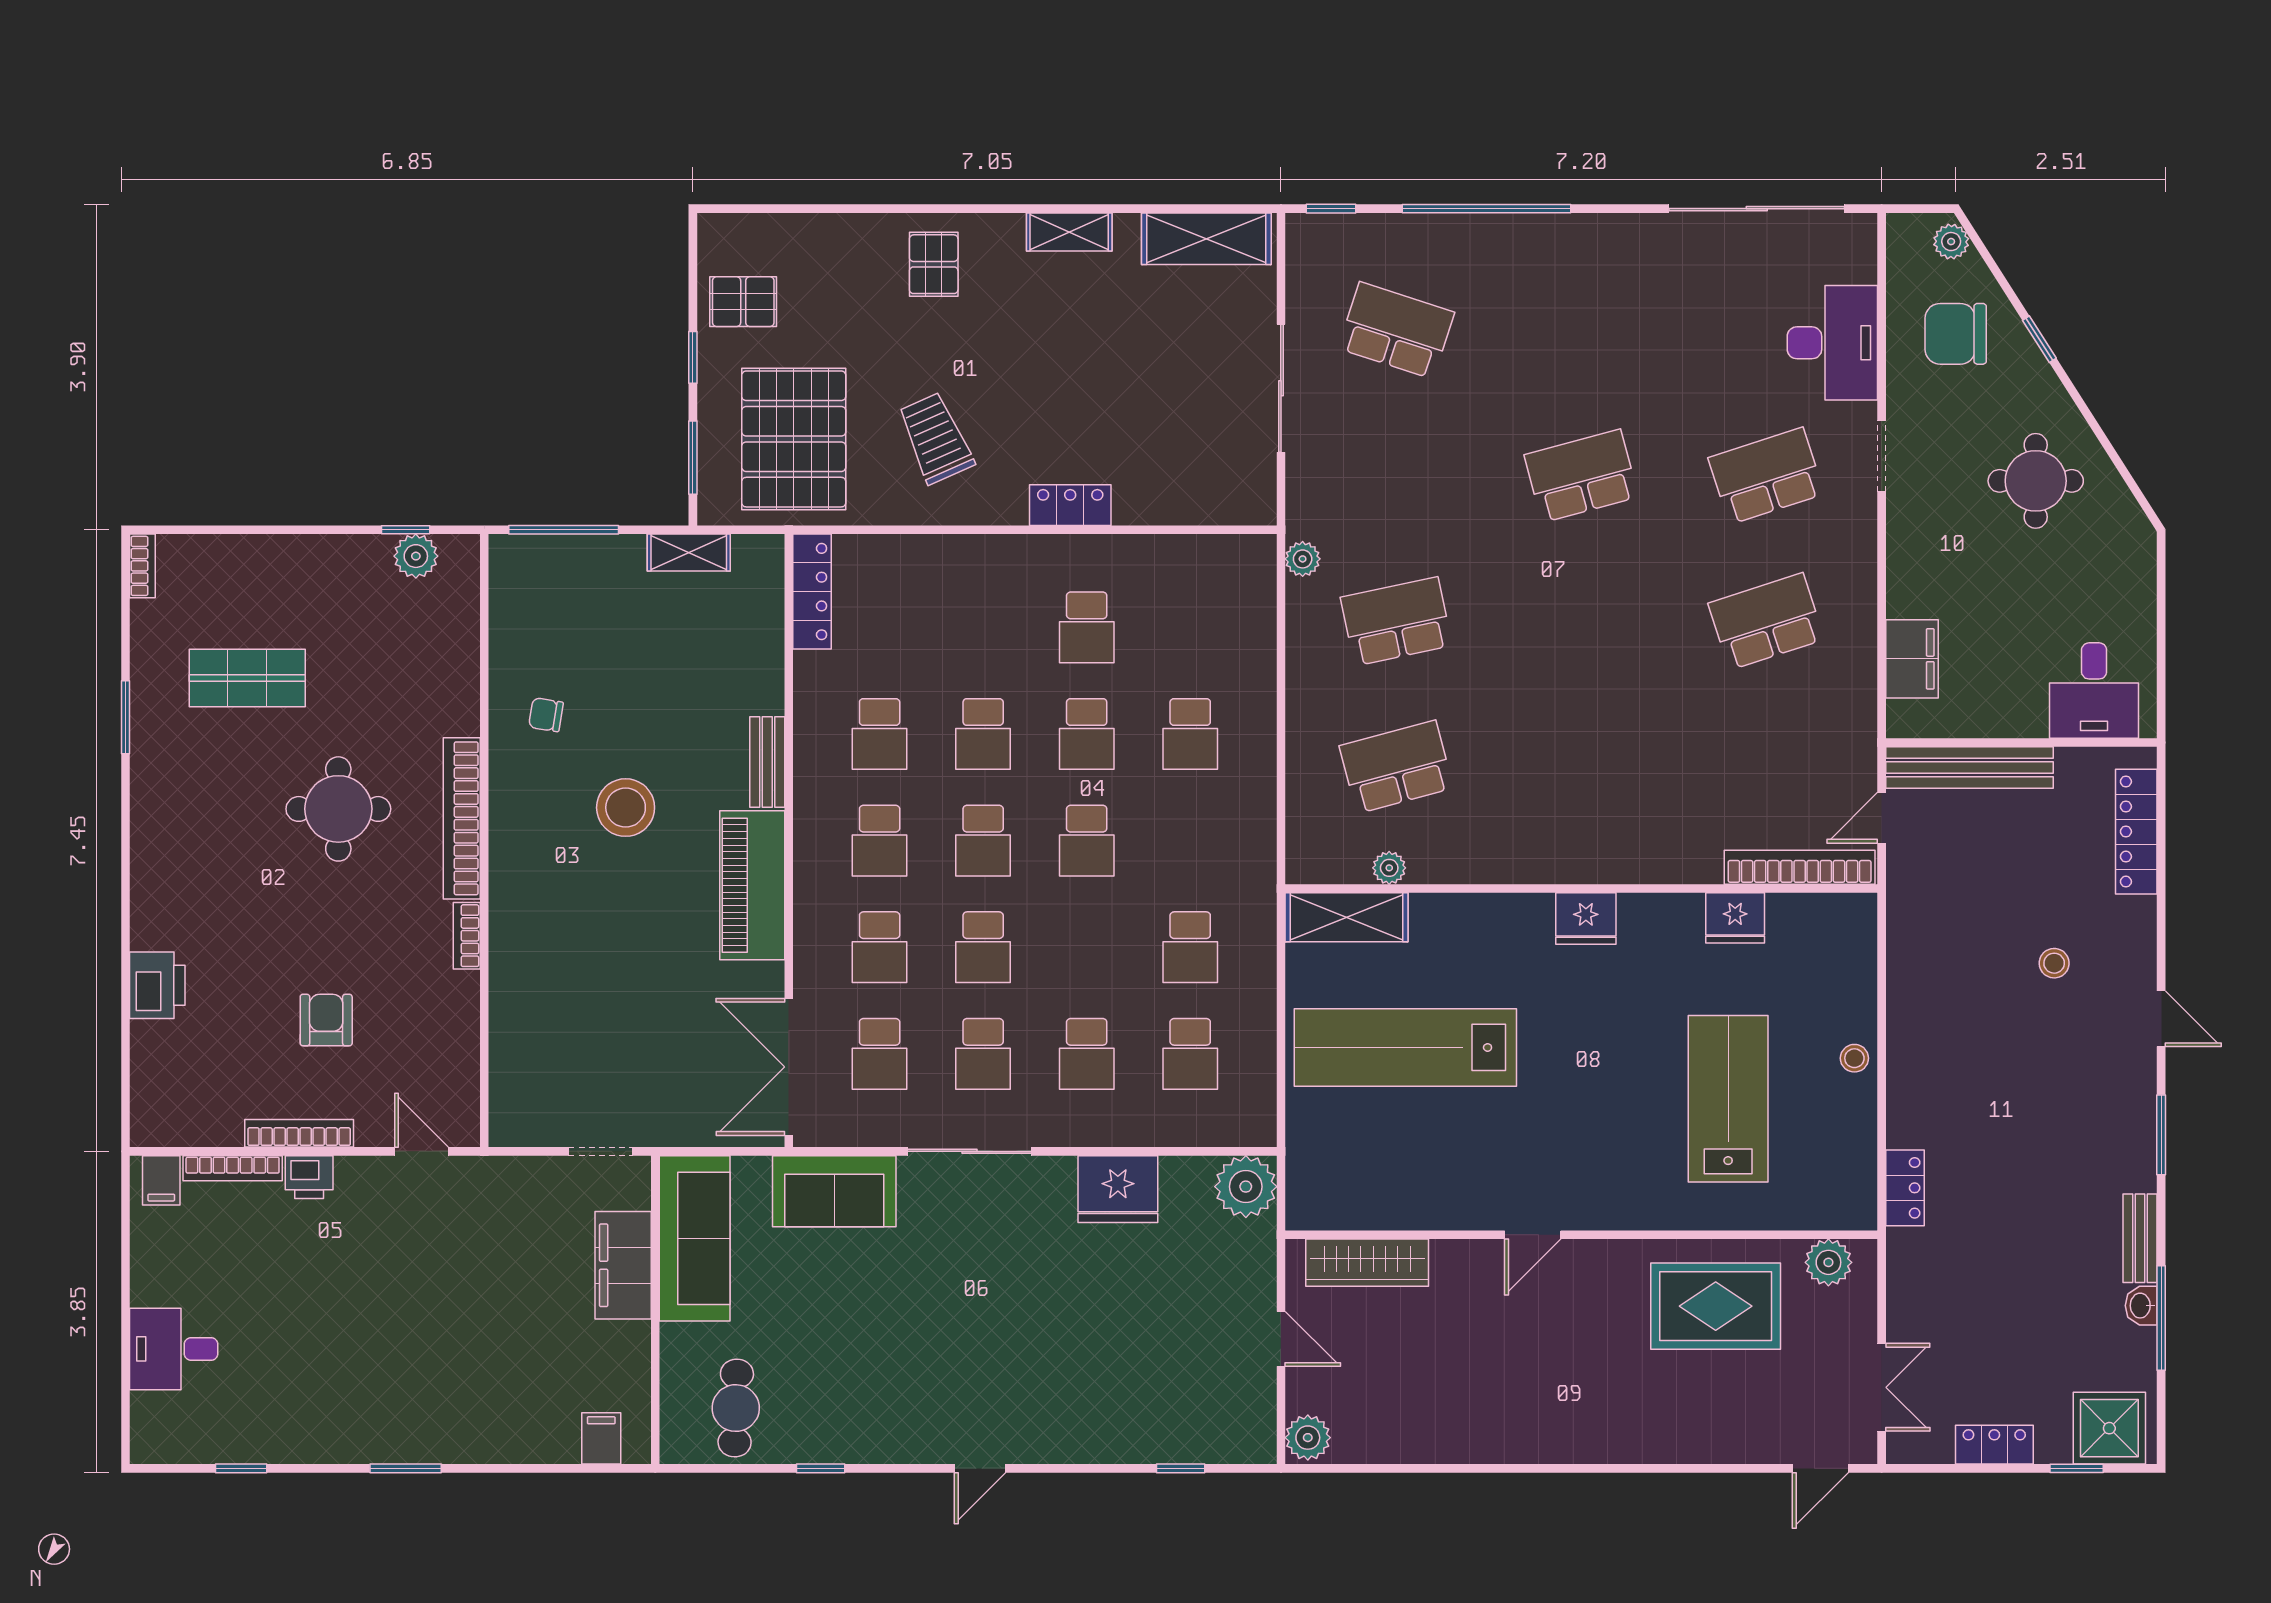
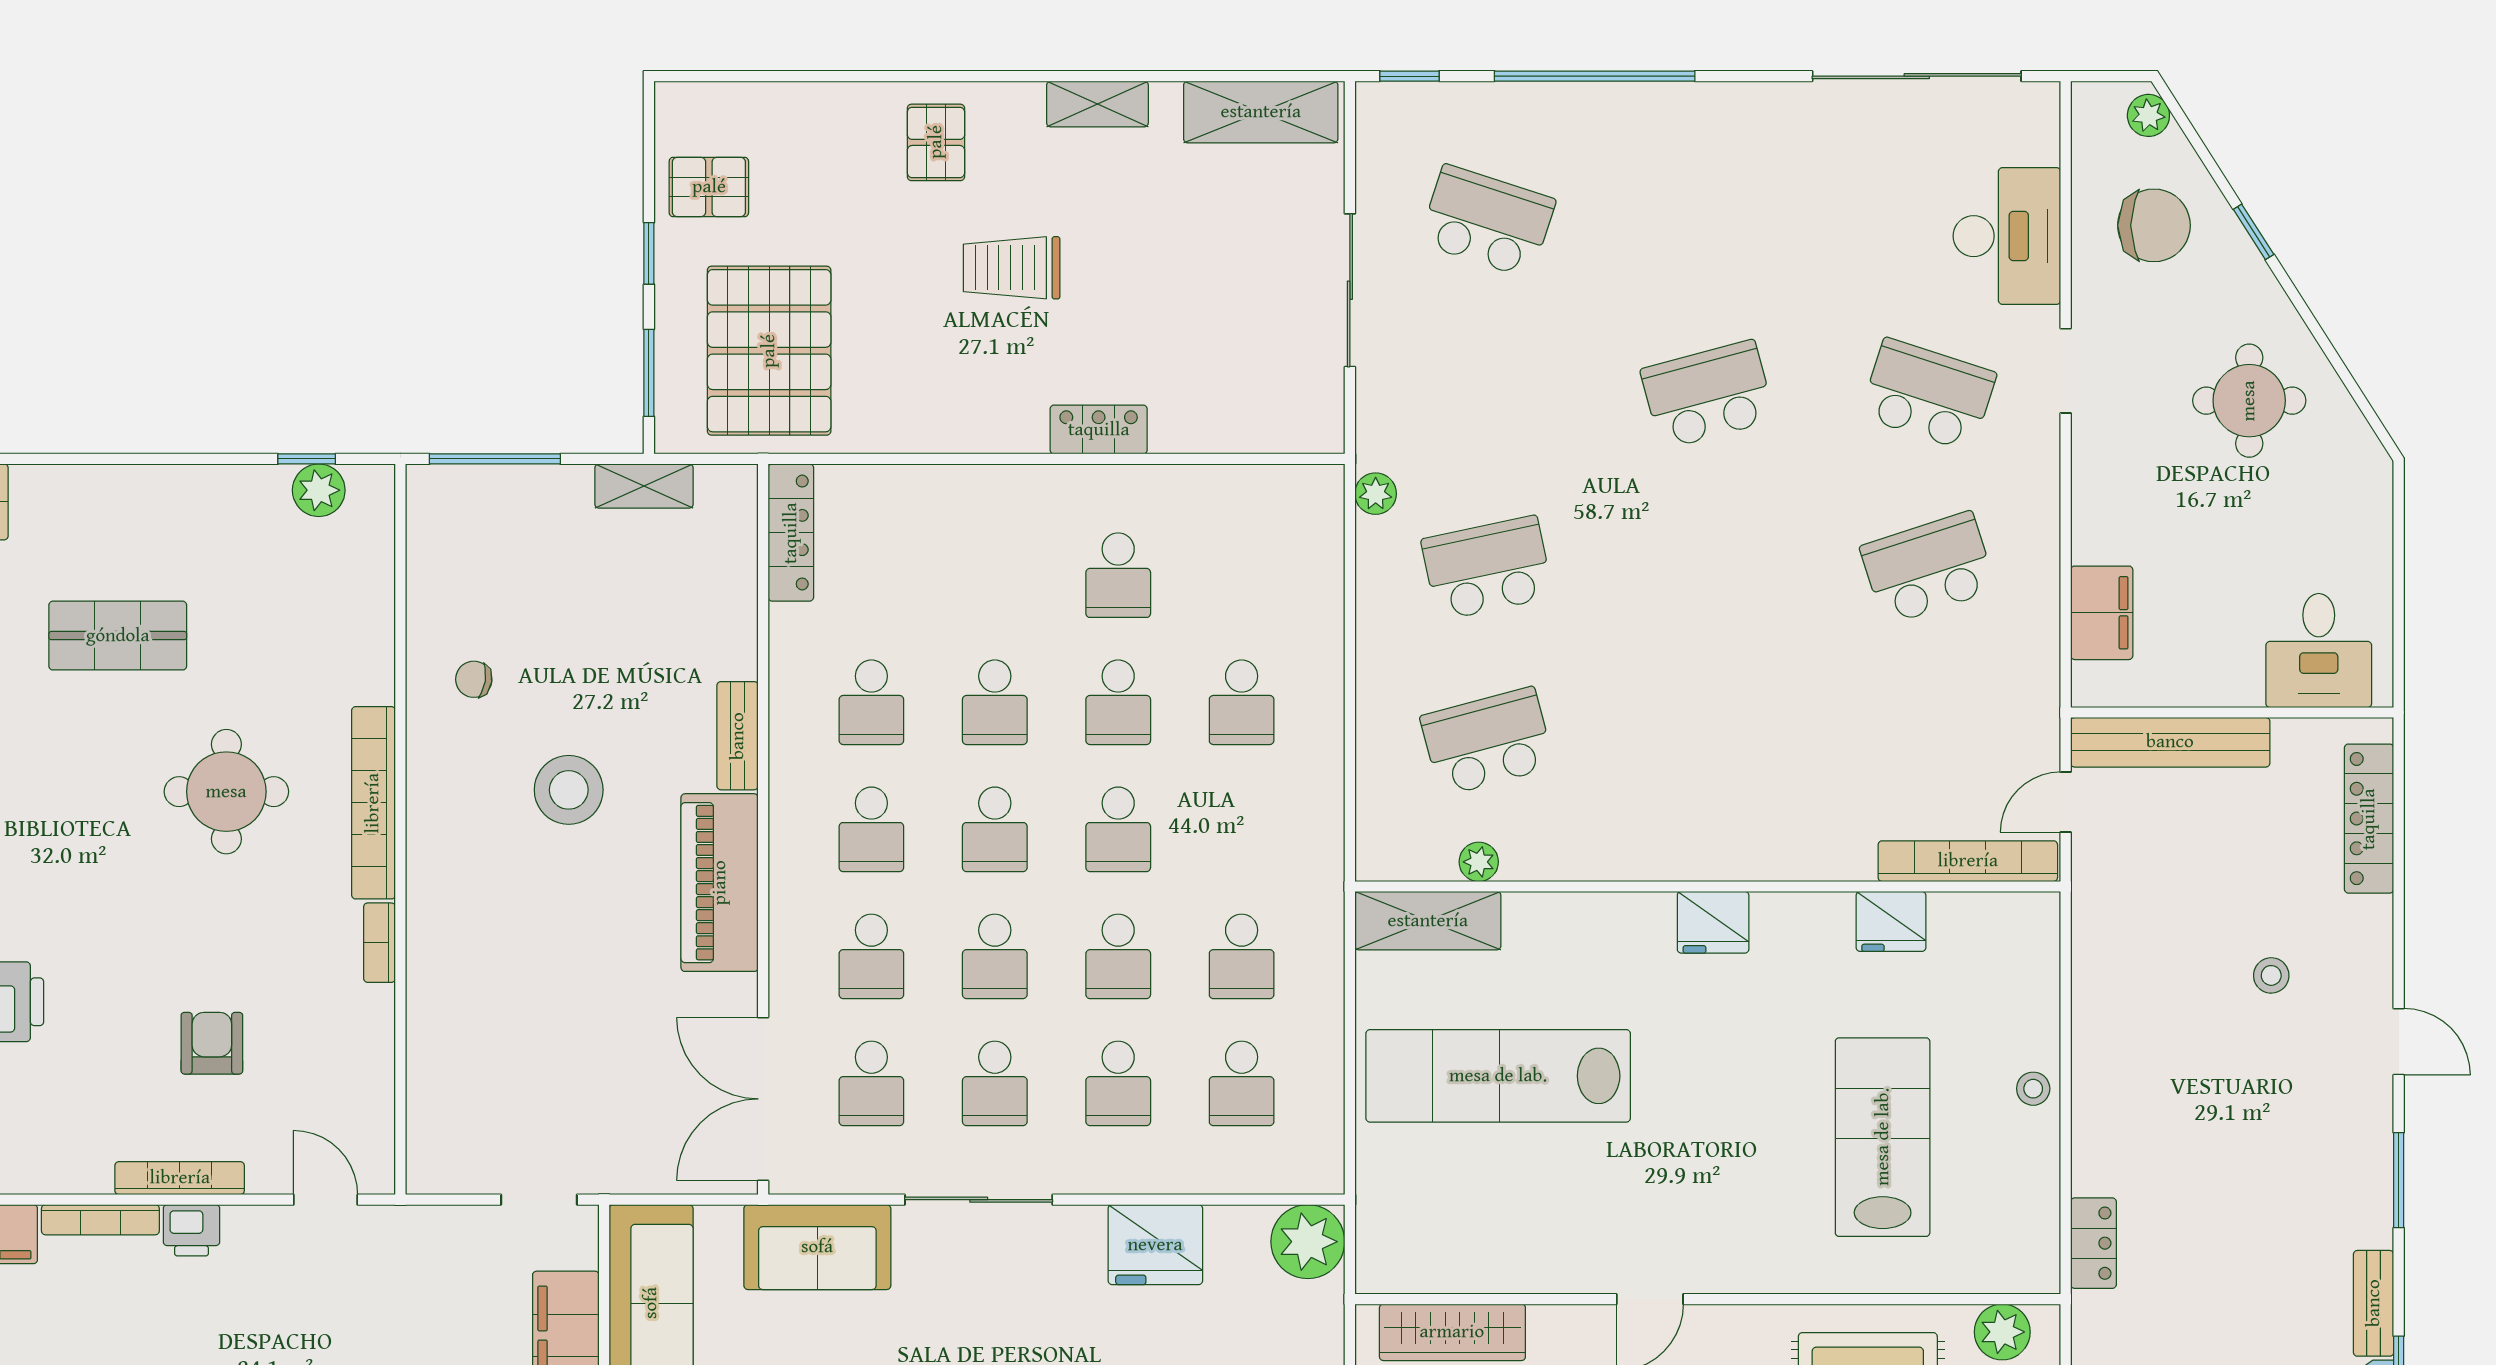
chair: (1956, 334) -> (2154, 225), turned 180
trolley: (936, 438) -> (1012, 268), moved, turned -66
school desk: (1766, 476) -> (1928, 395), turned 36
school desk: (1087, 947) -> (1118, 956), added

